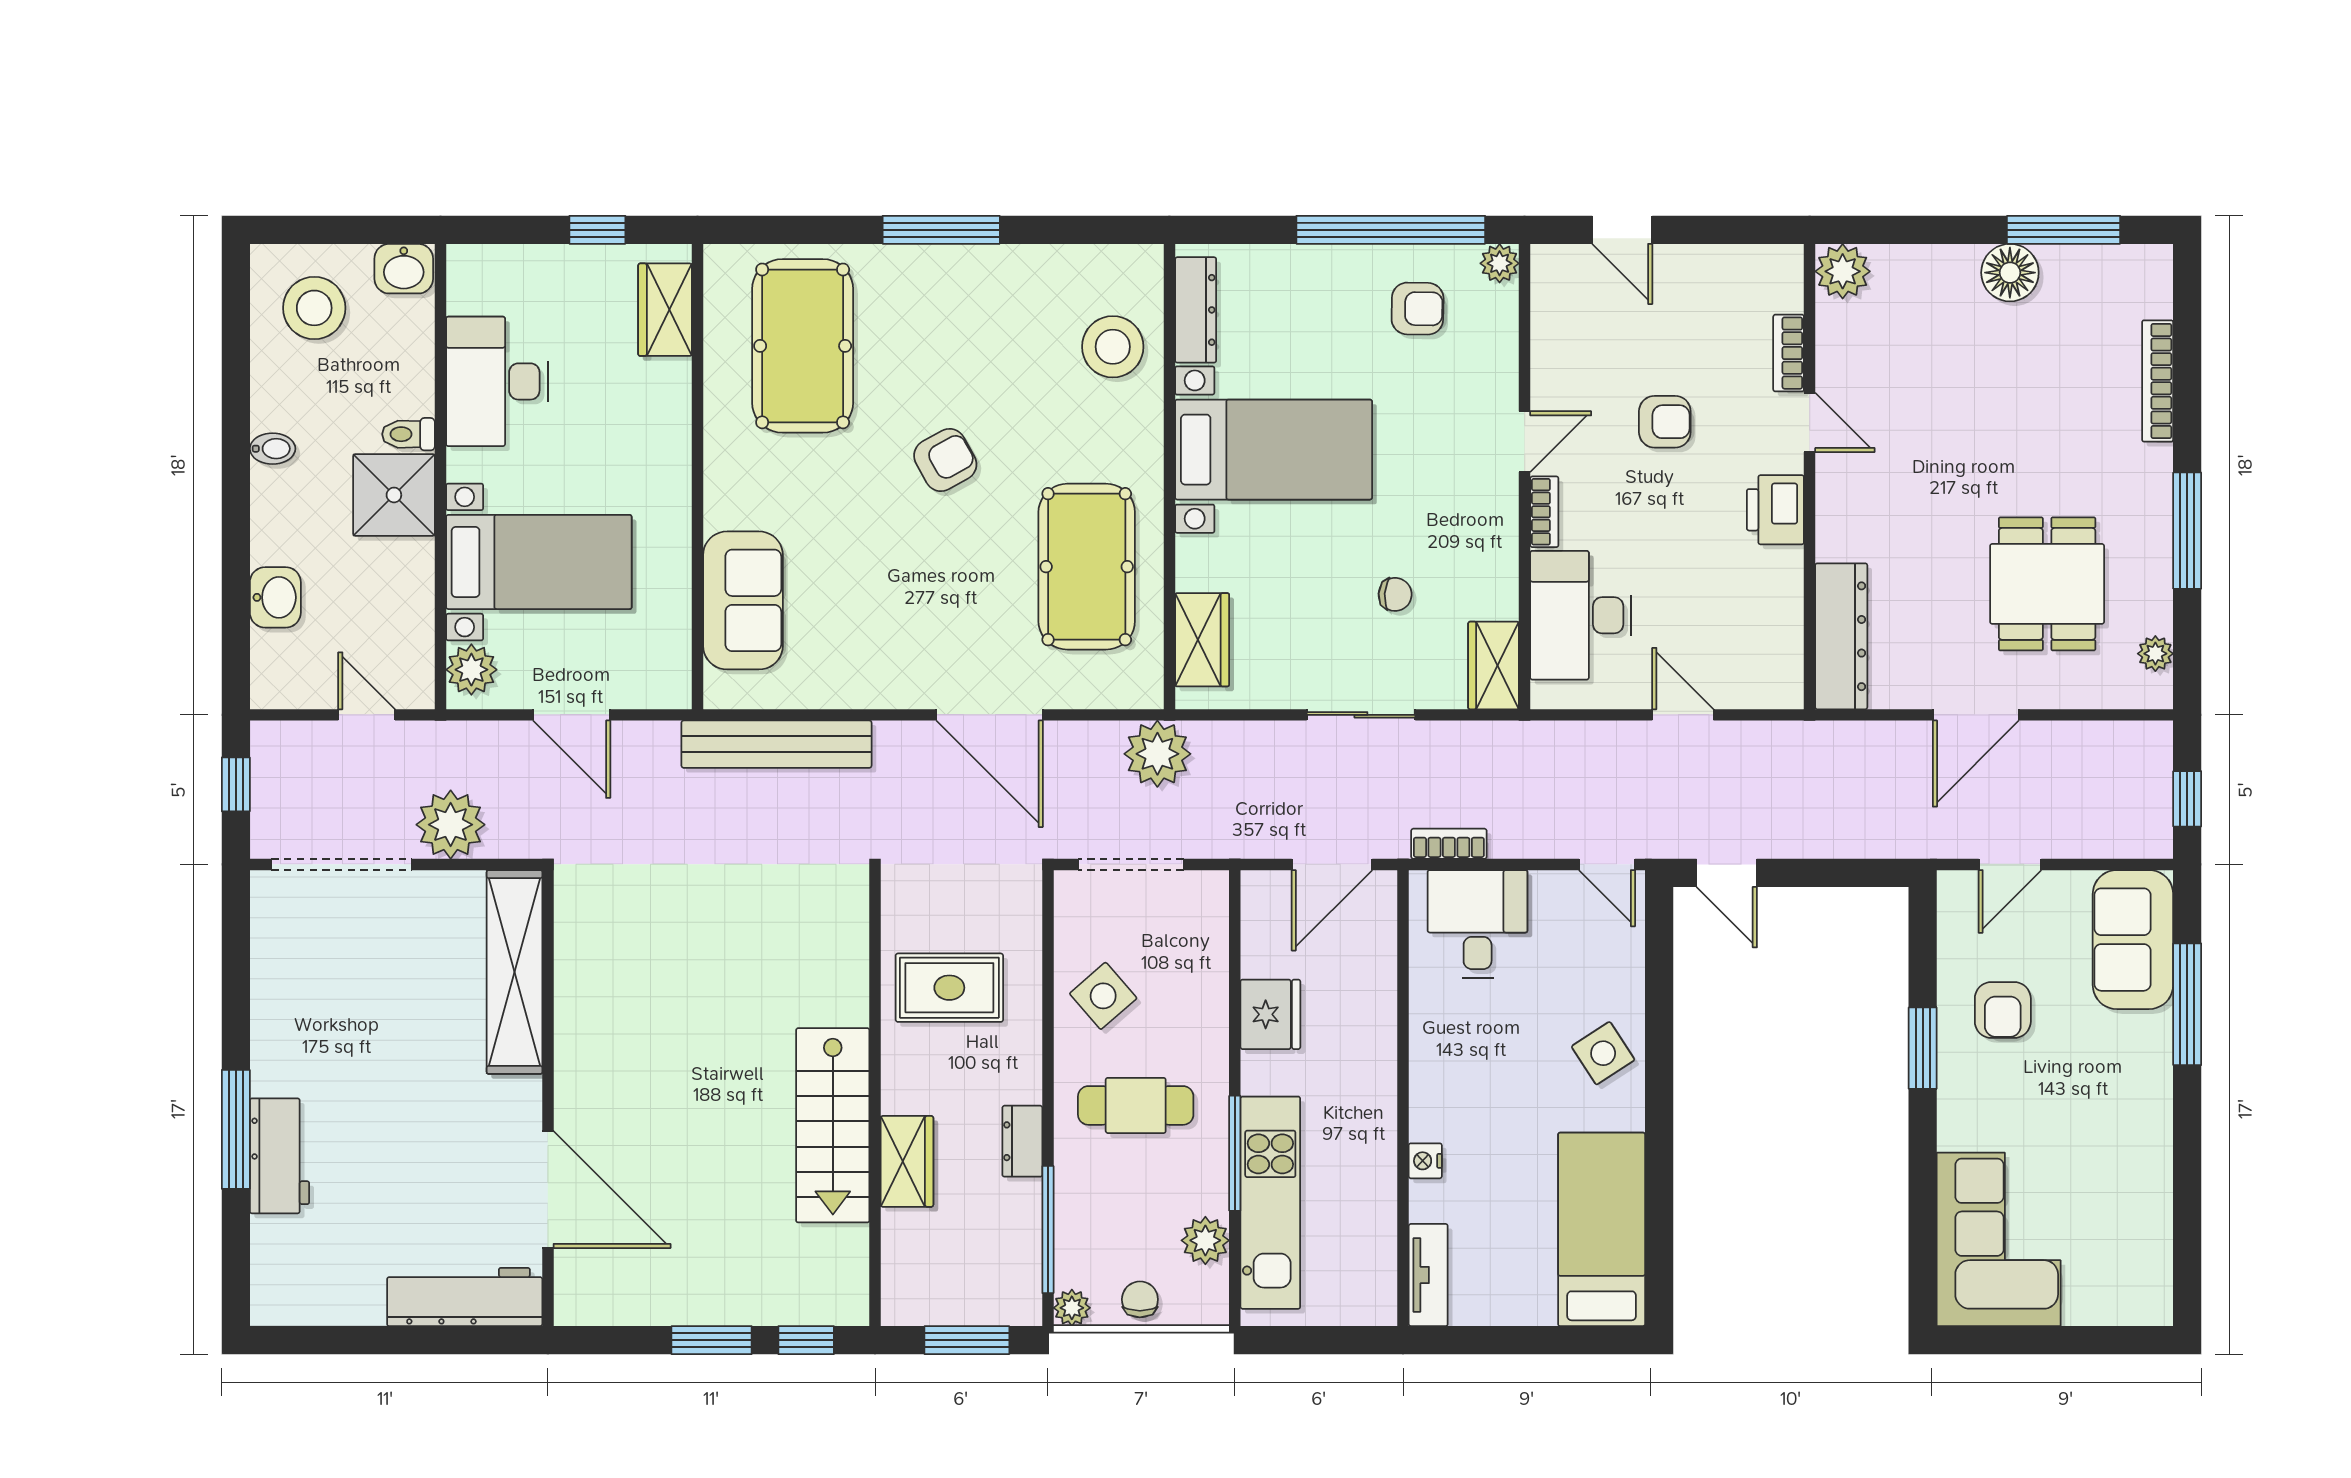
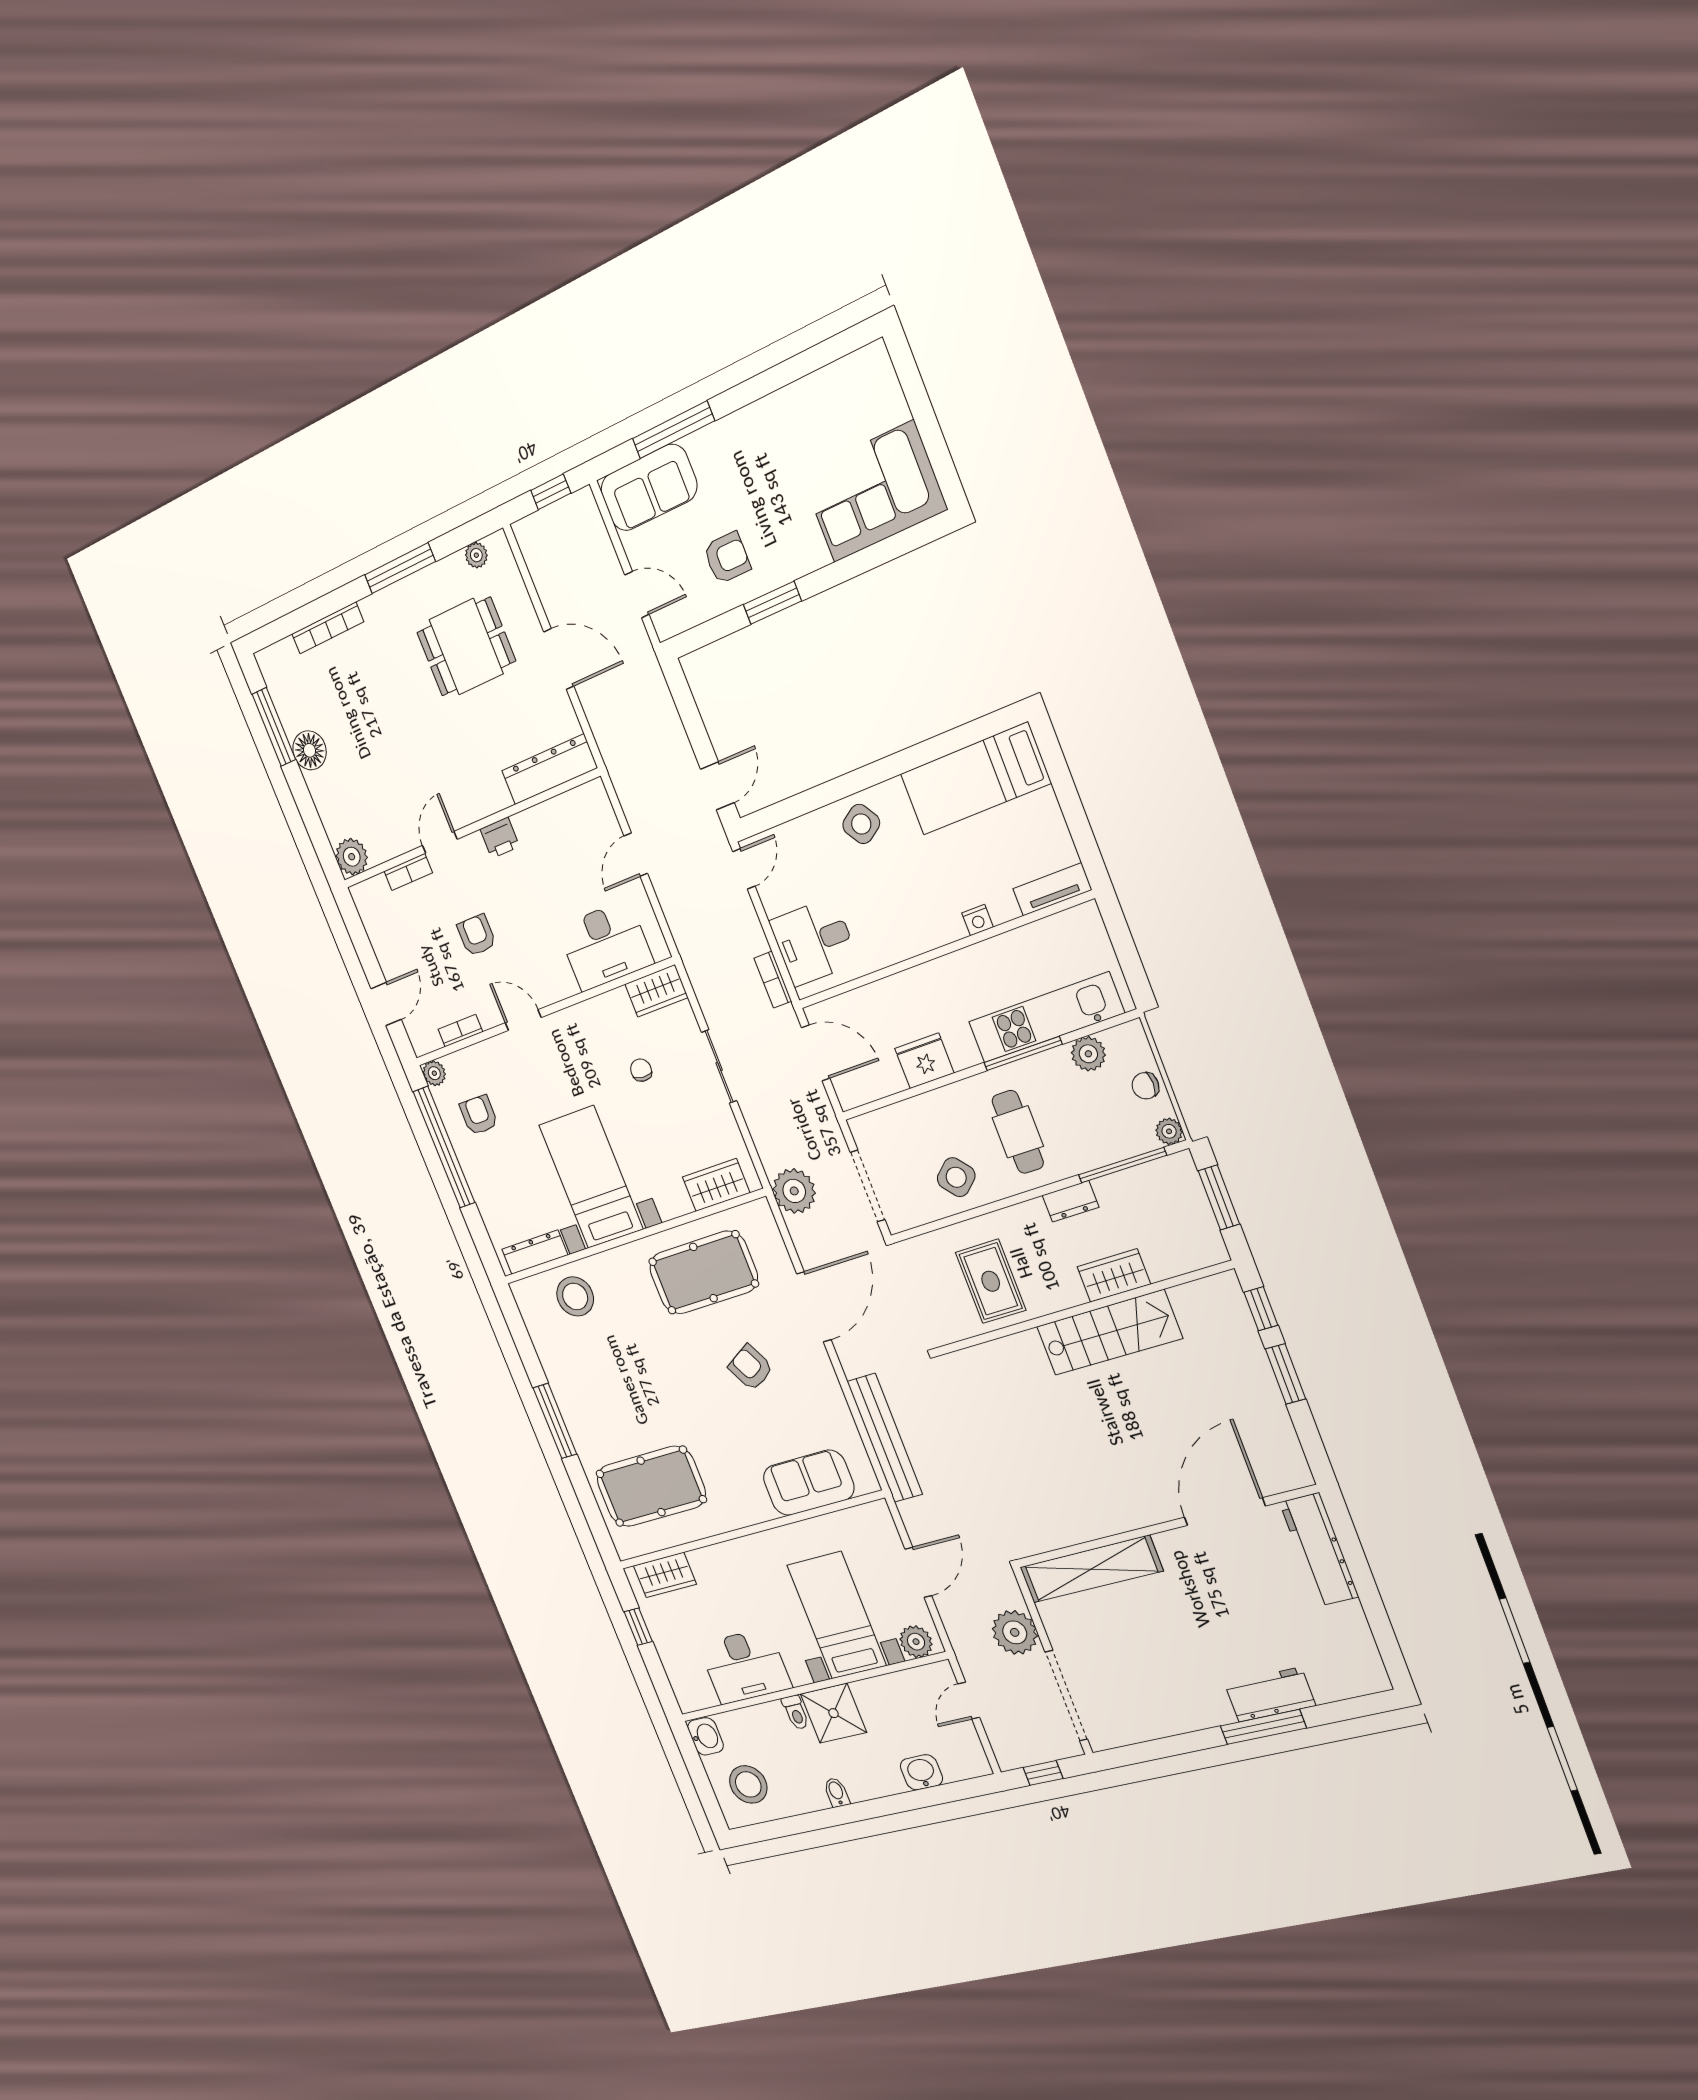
armchair: (945, 460) -> (751, 1367), moved
printer: (1775, 510) -> (500, 838), width x0.73, depth x0.81
bookcase: (1544, 512) -> (460, 1031), moved

